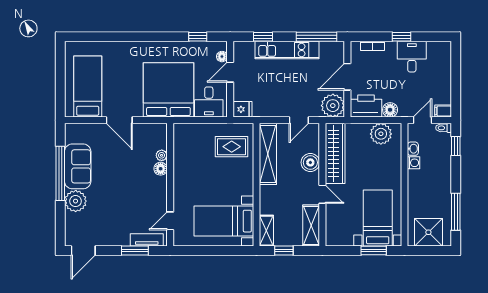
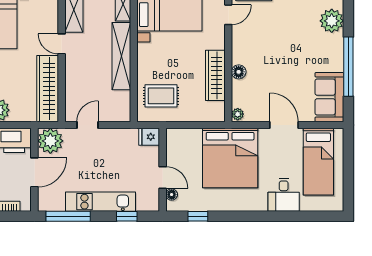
door: (230, 72) -> (163, 178), hinge flipped
desk: (209, 102) -> (284, 195), moved, turned 180
shelving: (268, 154) -> (121, 56), moved
plant: (162, 155) -> (238, 114), moved
boiler: (310, 162) -> (75, 79), removed
sofa: (78, 166) -> (329, 97), moved
wardrobe: (182, 166) -> (215, 75), added
plant: (76, 201) -> (332, 21), moved

